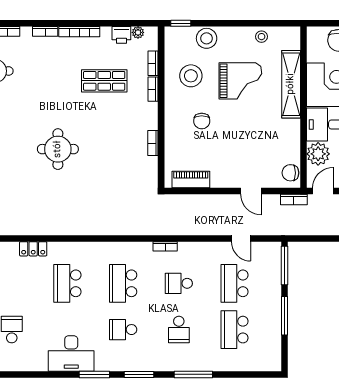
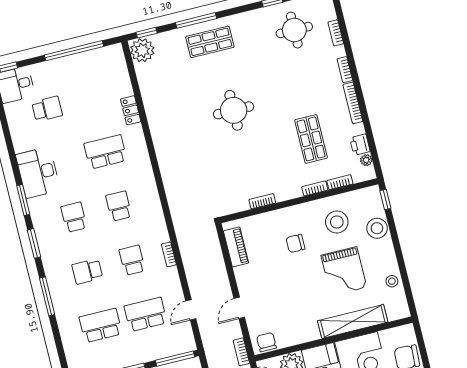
bookcase: (165, 246) -> (169, 254), moved
school desk: (123, 283) -> (119, 206), width x0.54

